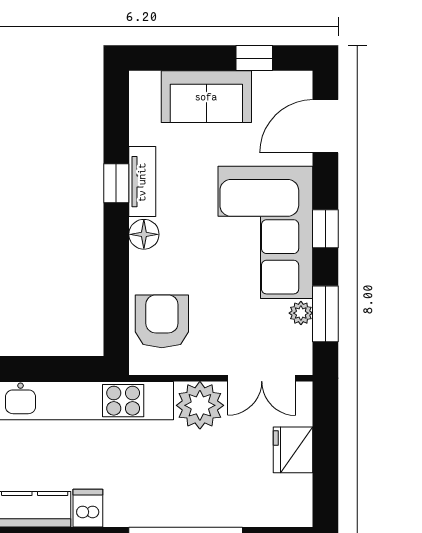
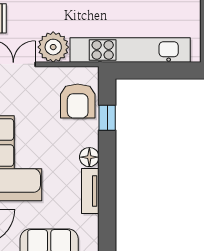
window: (116, 183) -> (107, 118), moved

